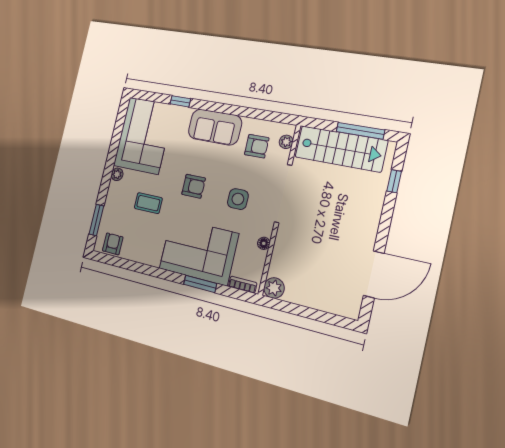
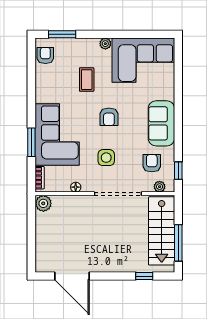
window: (180, 101) -> (178, 171), moved
armchair: (257, 146) -> (152, 163), turned 180
armchair: (113, 244) -> (45, 55), turned -90

